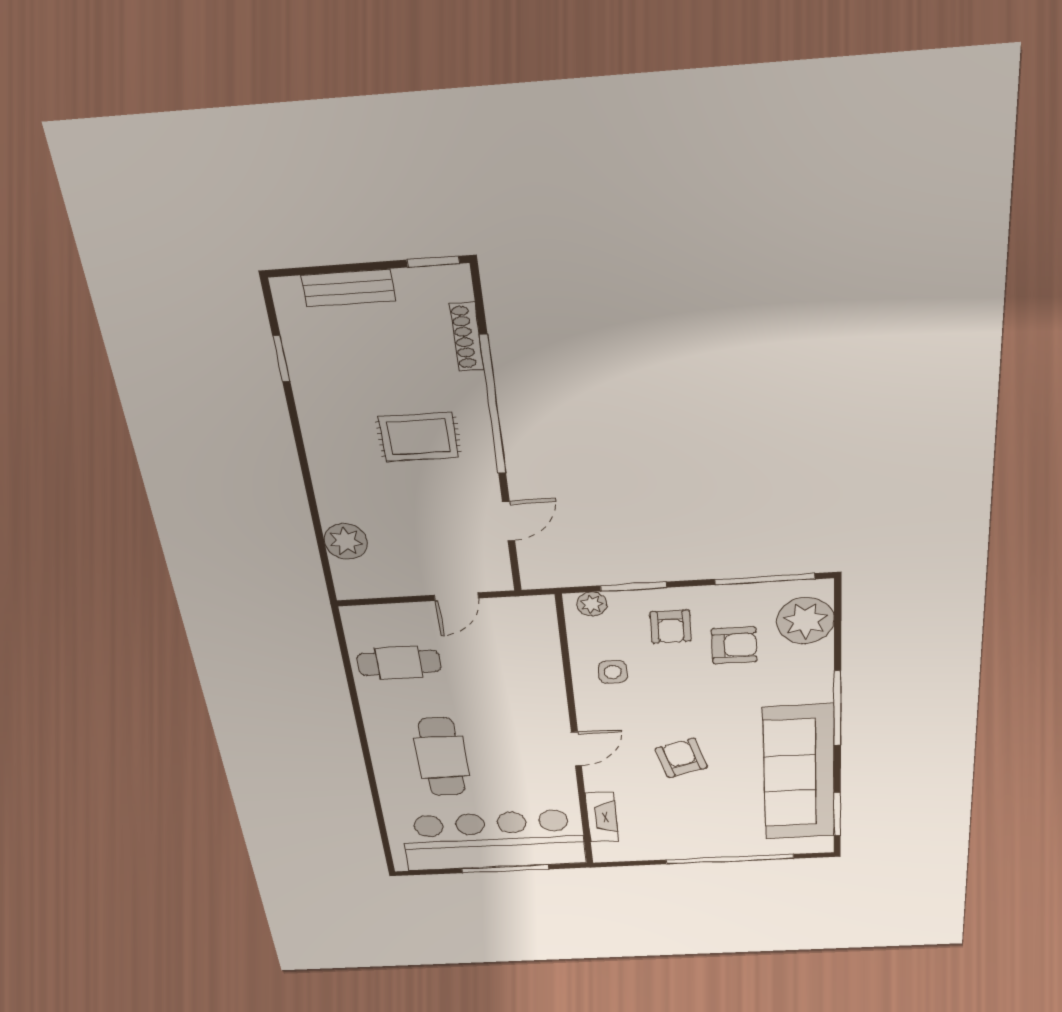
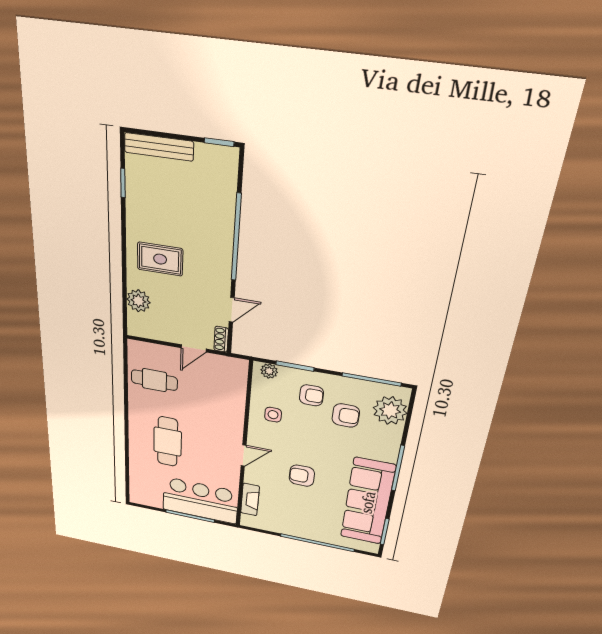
bench: (348, 288) -> (159, 147), width x1.36
shoe rack: (467, 337) -> (221, 339), moved, width x0.70
rug: (419, 437) -> (160, 259), moved
armchair: (671, 627) -> (311, 395), turned -90
armchair: (681, 758) -> (302, 476), turned -74
bar counter: (493, 840) -> (200, 500), width x0.73

